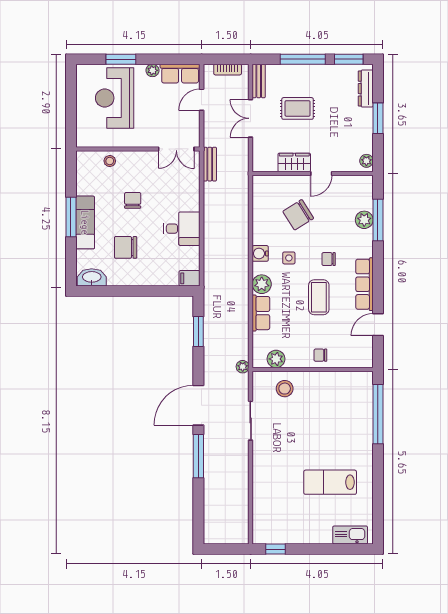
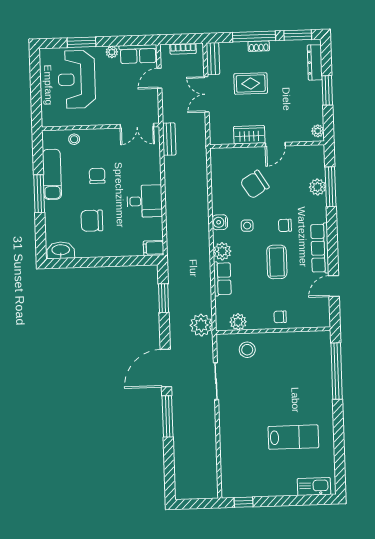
shoe rack: (307, 69) -> (259, 46), added
exam couch: (85, 222) -> (52, 174), moved
plant: (243, 367) -> (201, 325), width x1.88, depth x1.88
lab bench: (330, 482) -> (293, 437), turned 180

